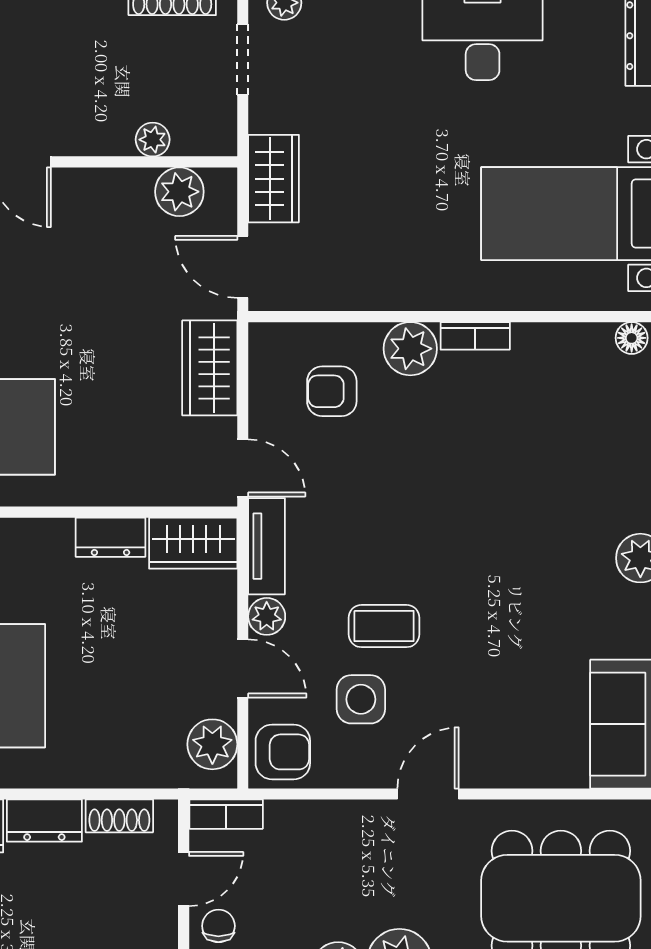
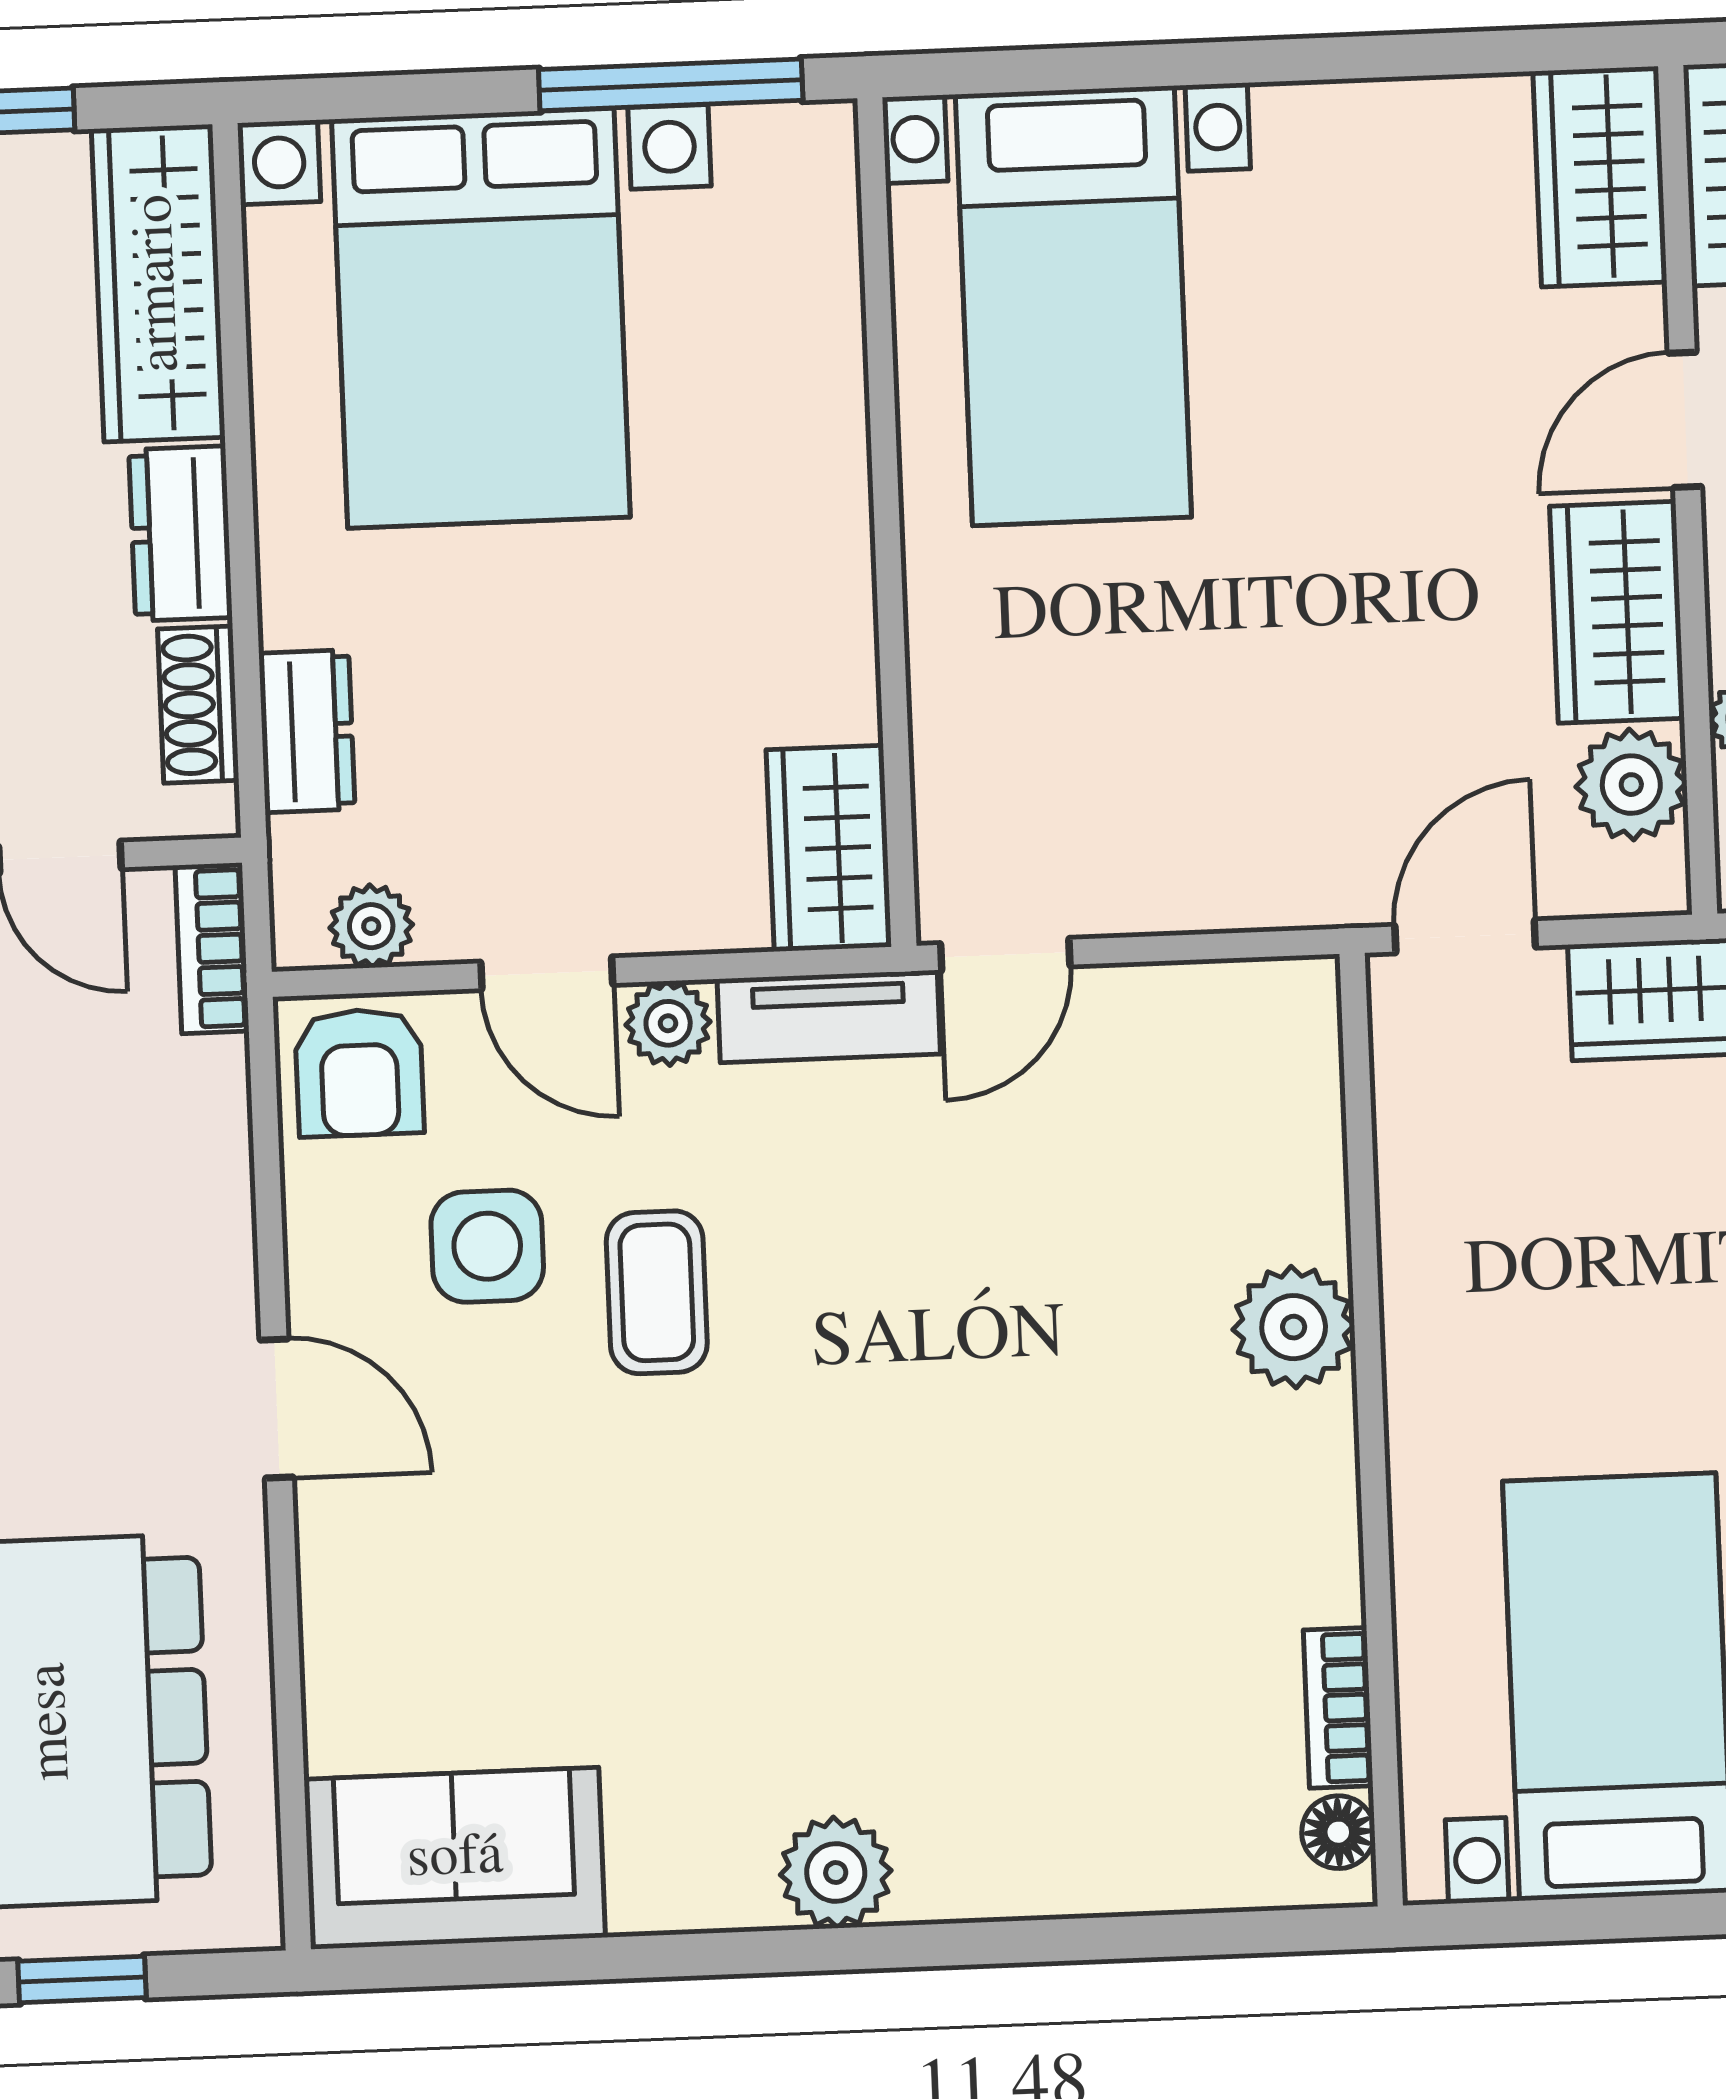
bookcase: (475, 336) -> (1338, 1708), moved
wardrobe: (210, 368) -> (1617, 612), moved, turned -90
armchair: (332, 391) -> (1189, 1152), removed
dresser: (110, 537) -> (307, 731), moved, turned 180
door: (243, 668) -> (547, 973), hinge flipped
plant: (212, 744) -> (371, 926), width x0.73, depth x0.73

